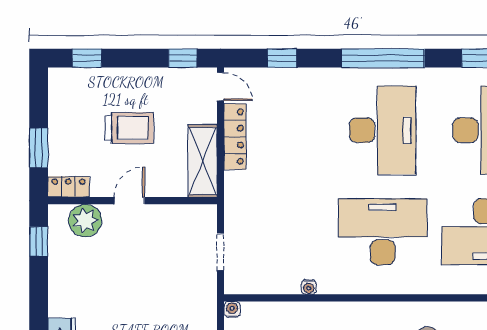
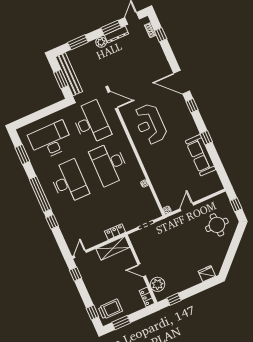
window: (282, 58) -> (52, 222), moved
trolley: (129, 128) -> (110, 309), moved, turned 90
desk: (383, 130) -> (69, 182), turned 90
locker: (235, 137) -> (115, 232), moved, width x0.66
window: (39, 148) -> (121, 323), moved

